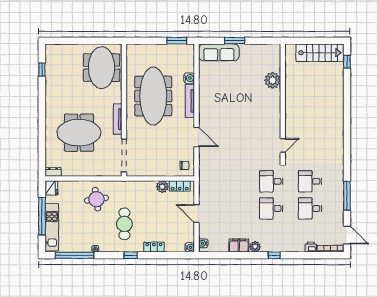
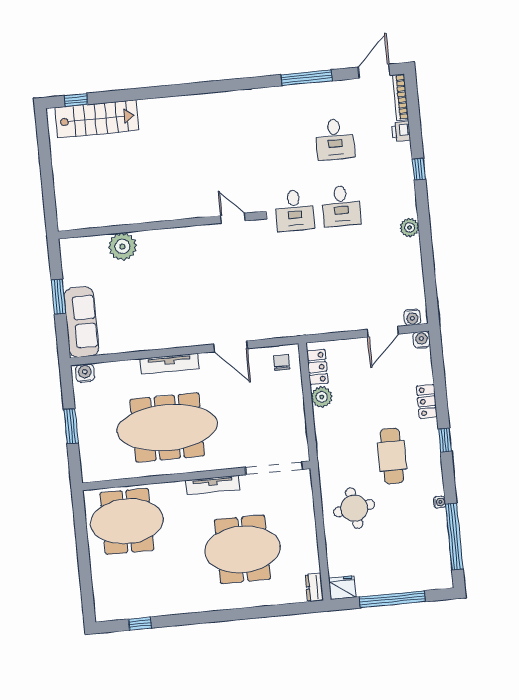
window: (177, 41) -> (71, 426), moved
stairs: (320, 53) -> (97, 119), moved, turned 90
water cooler: (189, 78) -> (85, 373), moved
plant: (273, 80) -> (123, 247), moved
wall: (283, 102) -> (158, 225), moved
meeting table: (79, 133) -> (243, 549), turned 90
door: (197, 137) -> (230, 346), swing flipped
door: (283, 145) -> (233, 218), moved
desk: (310, 181) -> (288, 144), removed
door: (197, 214) -> (383, 332), moved
cafe table: (124, 224) -> (392, 456), turned 90
kitchen unit: (52, 227) -> (410, 580), removed
filing cabinet: (239, 246) -> (410, 255), removed
window: (274, 255) -> (419, 169), moved

